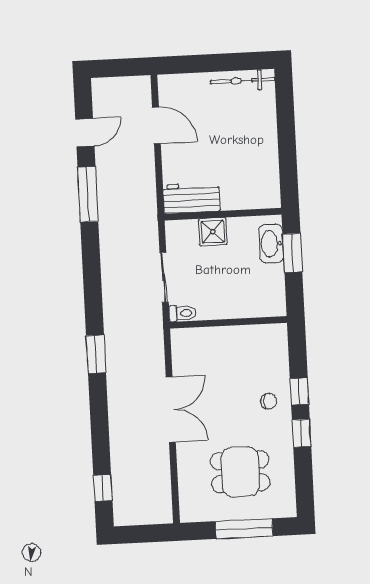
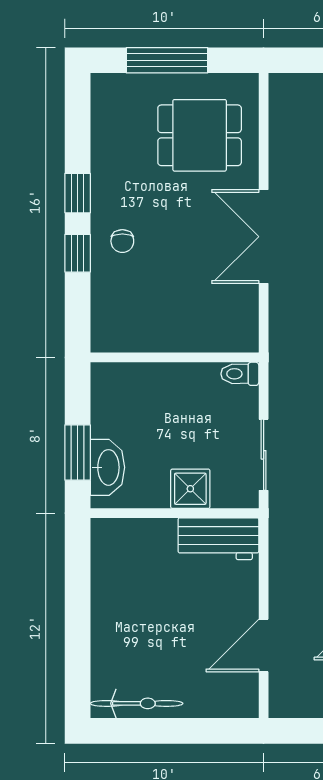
door: (156, 125) -> (264, 646), hinge flipped
sliding door: (164, 277) -> (264, 455), moved
chair: (269, 401) -> (122, 241), turned -90
dining table: (240, 472) -> (200, 135), moved

